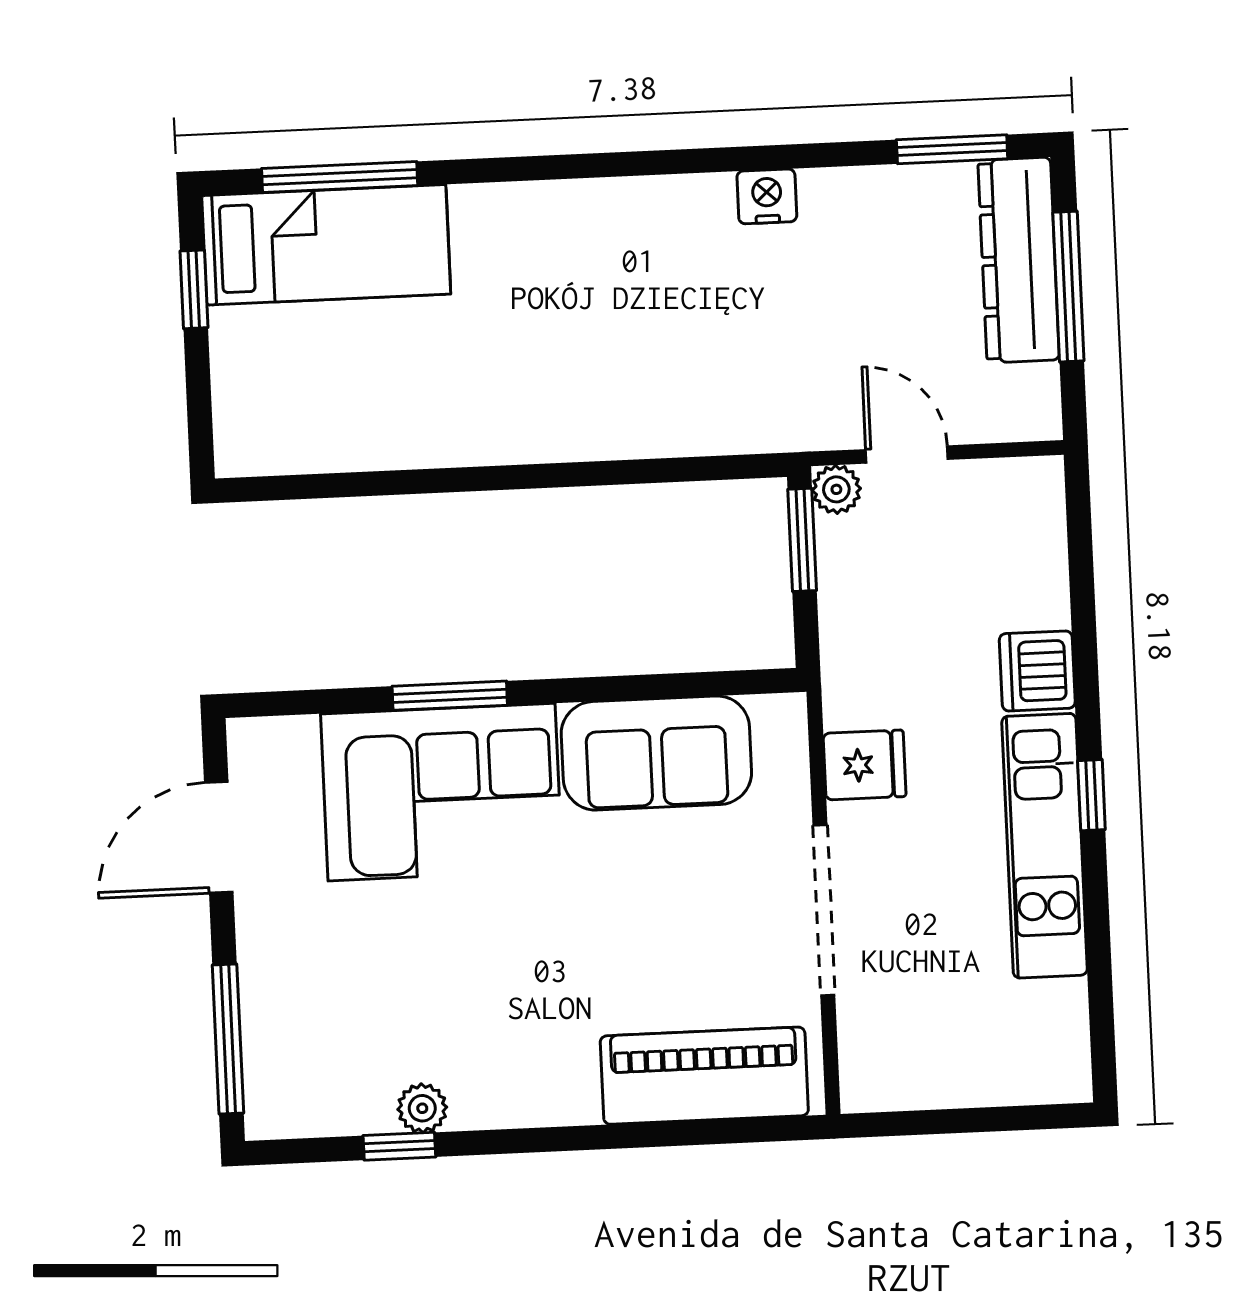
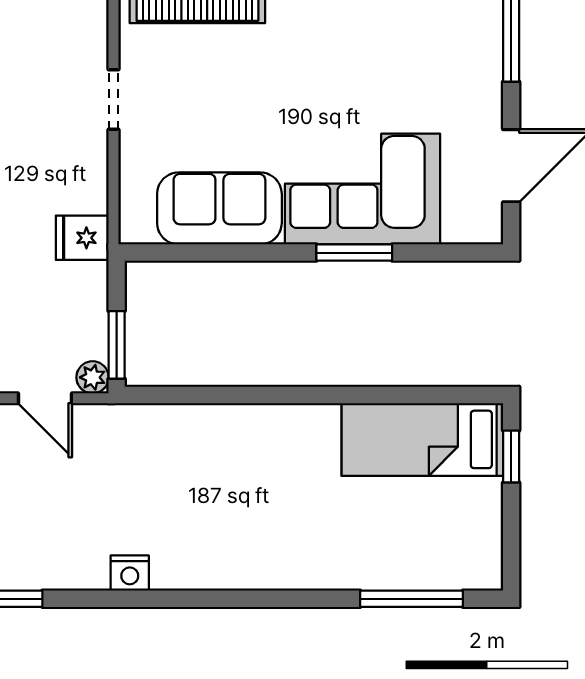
bed: (326, 245) -> (422, 439), moved
window: (194, 289) -> (511, 456), moved
fridge: (865, 765) -> (82, 238), moved
doorway: (824, 910) -> (113, 99), width x0.53

